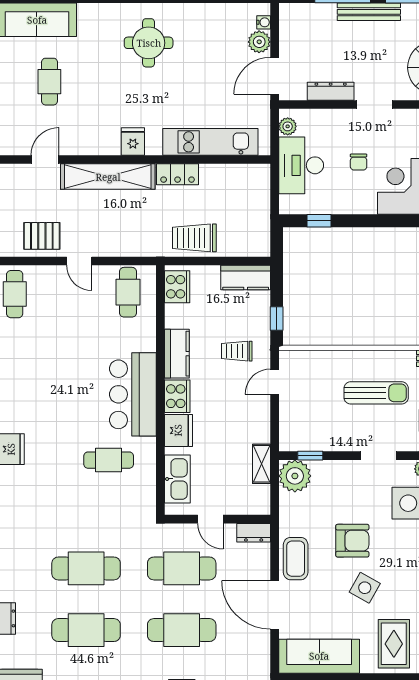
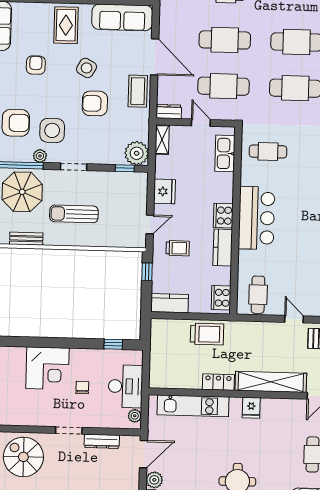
fridge: (178, 430) -> (164, 191), moved, turned 180
cafe table: (109, 460) -> (268, 151), moved
shelving: (261, 464) -> (162, 140), moved

